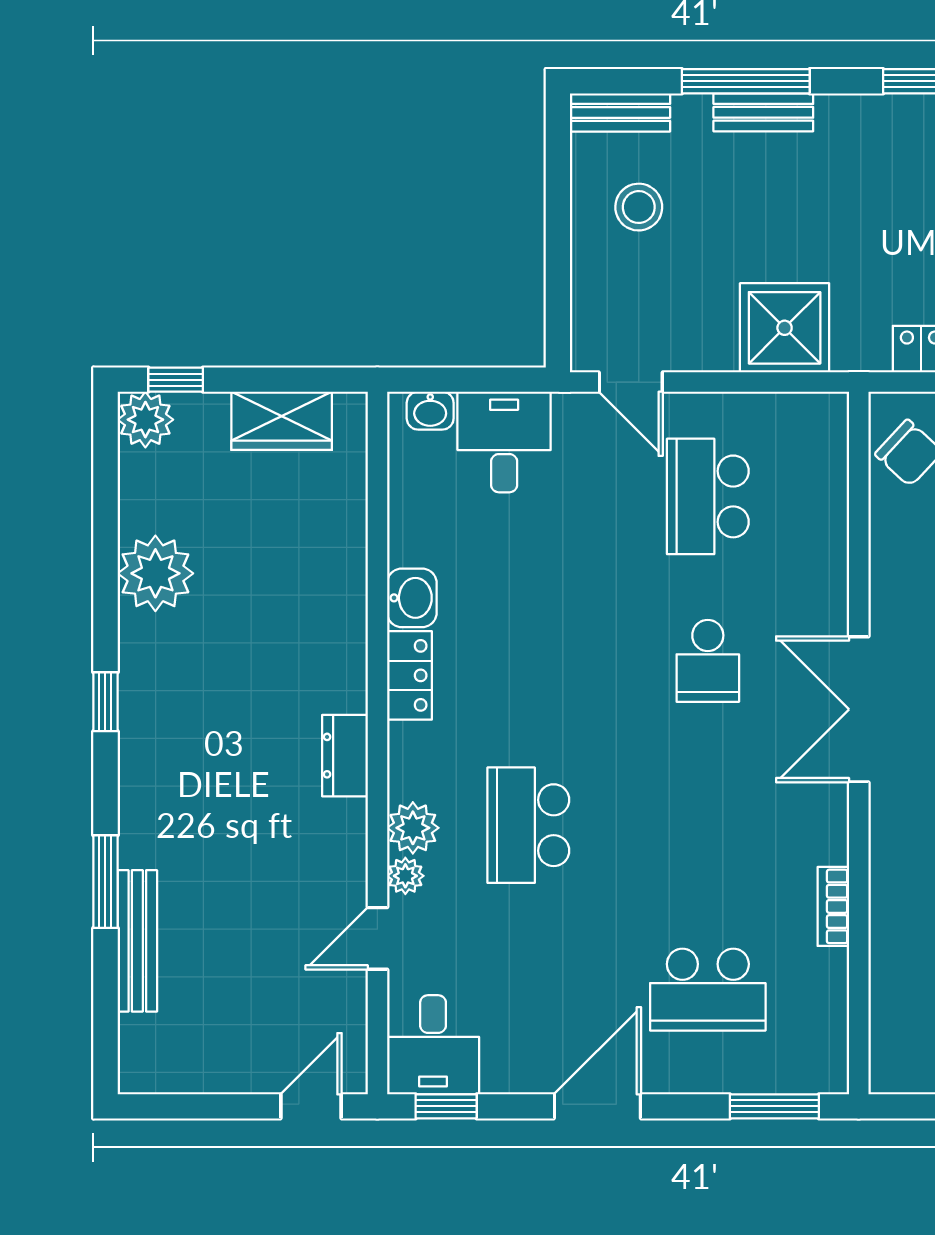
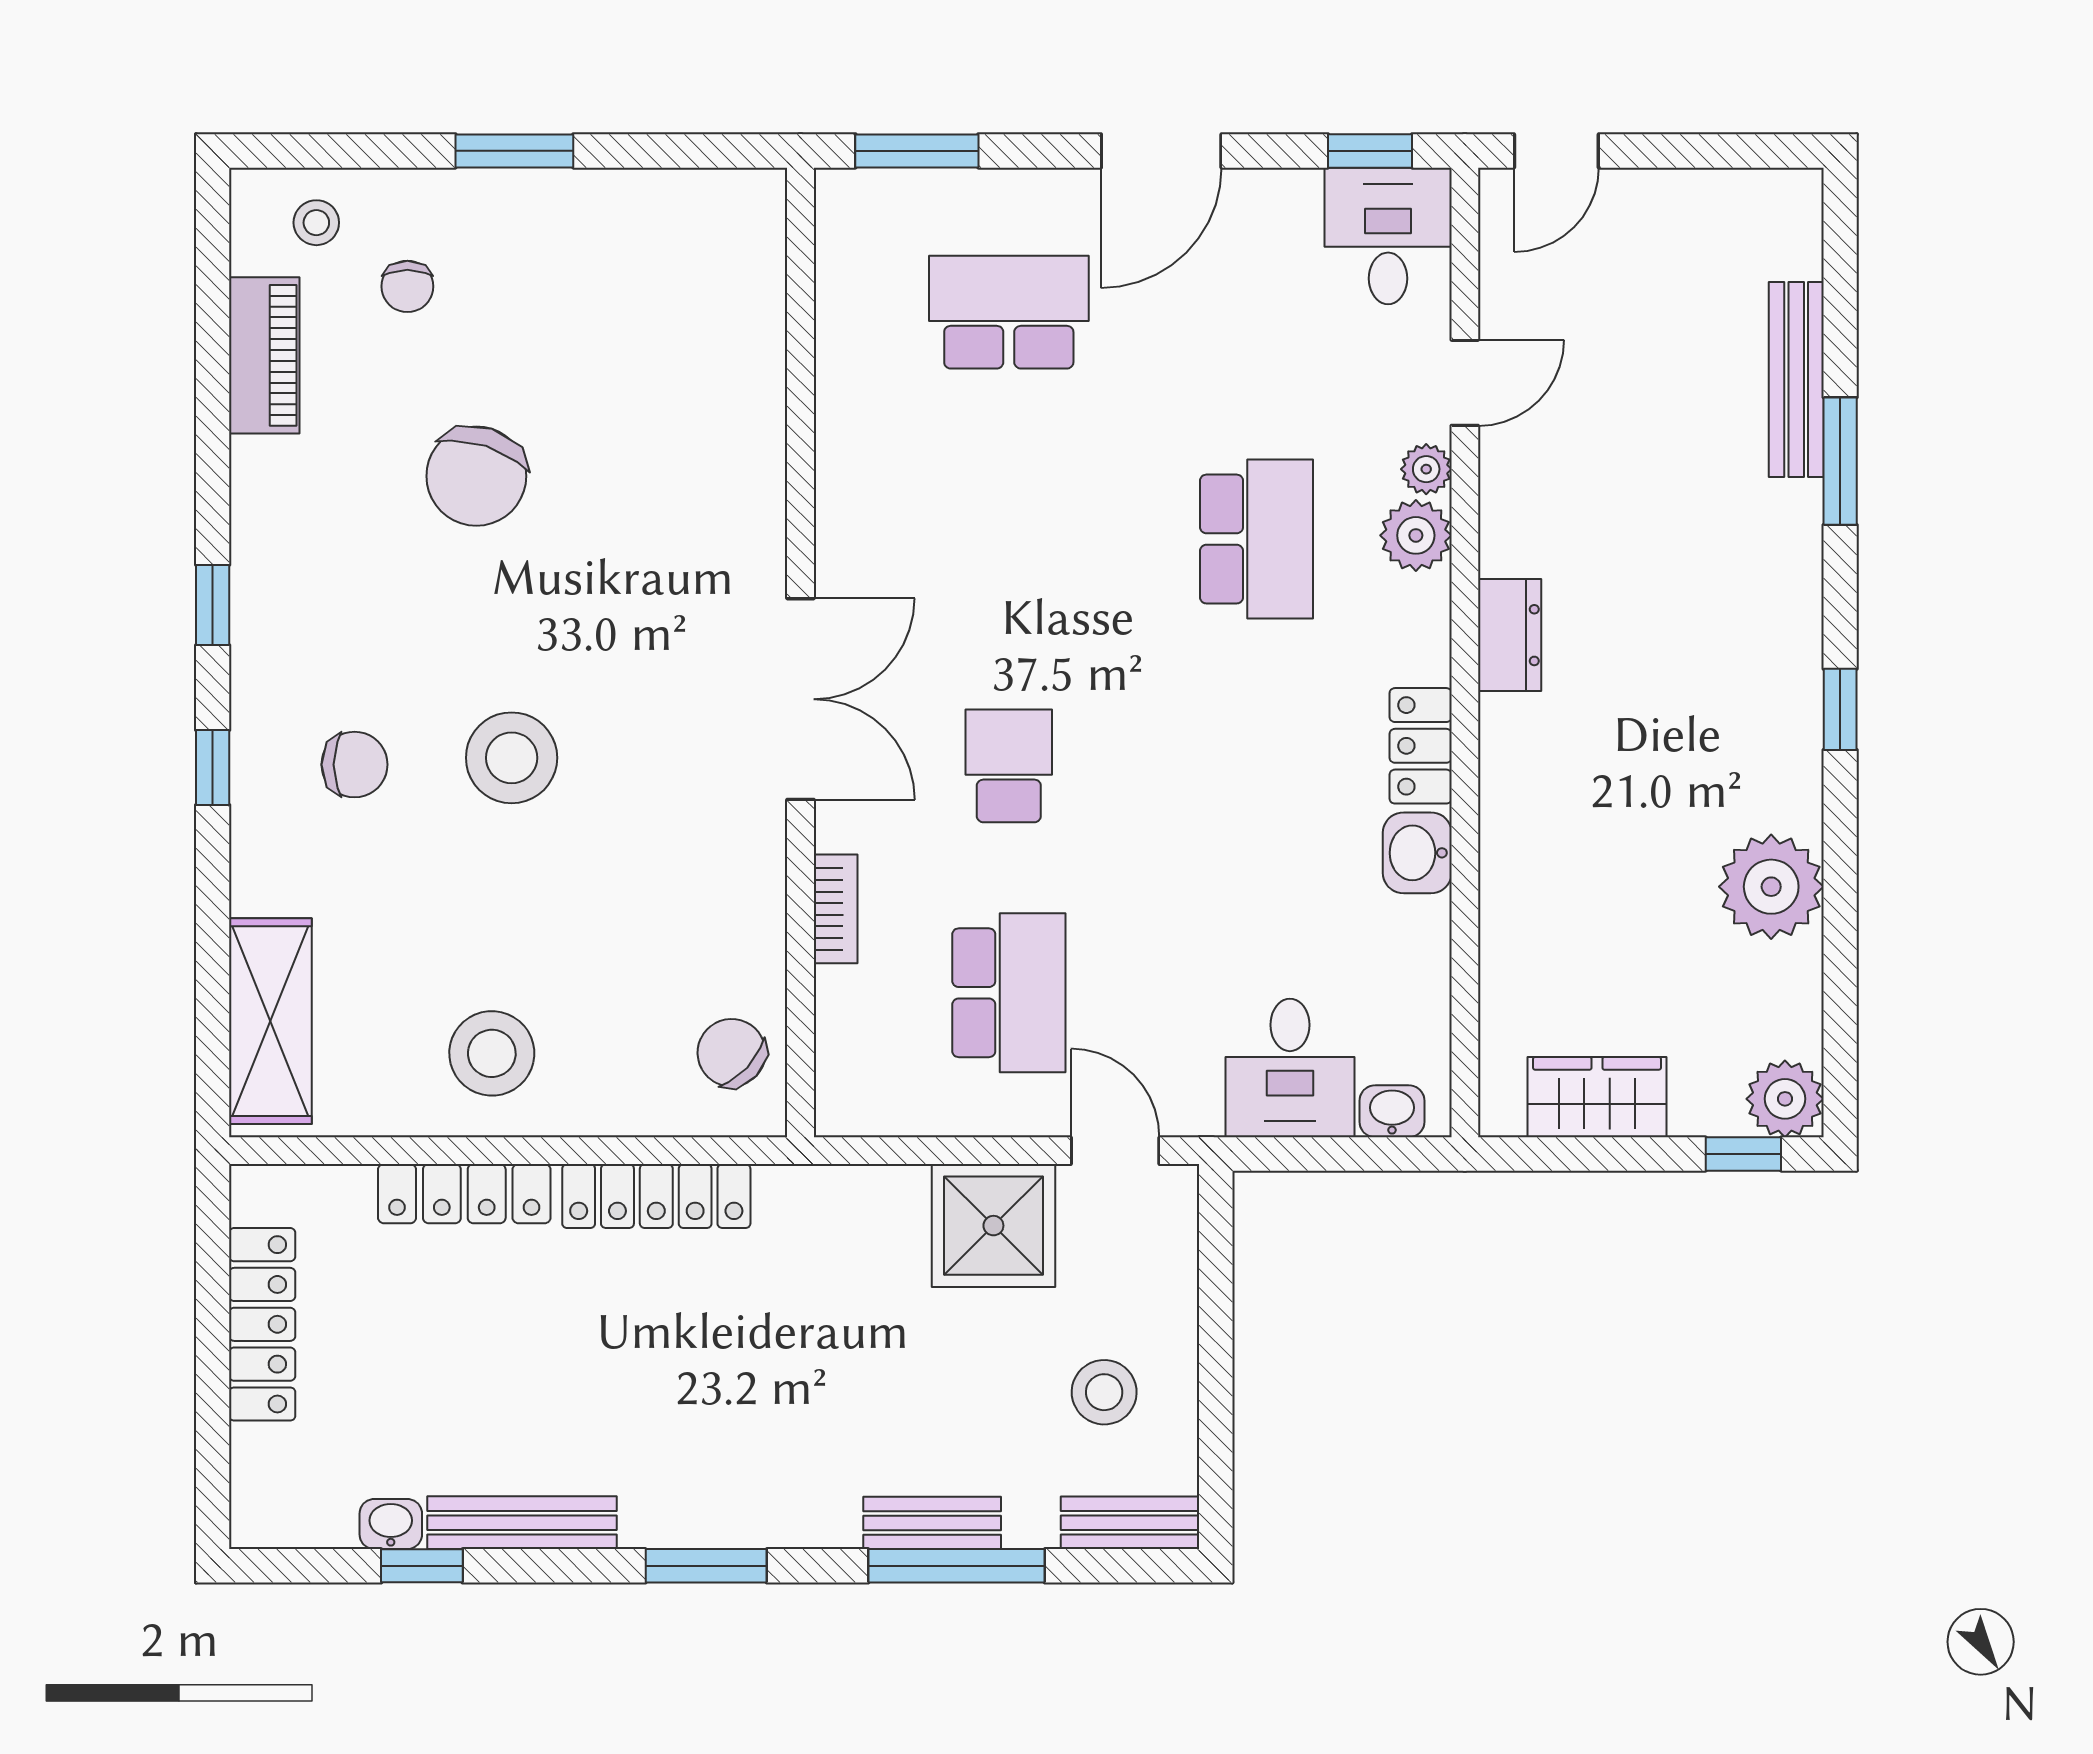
shower: (785, 328) -> (993, 1226), moved
bookcase: (833, 906) -> (836, 909), moved

